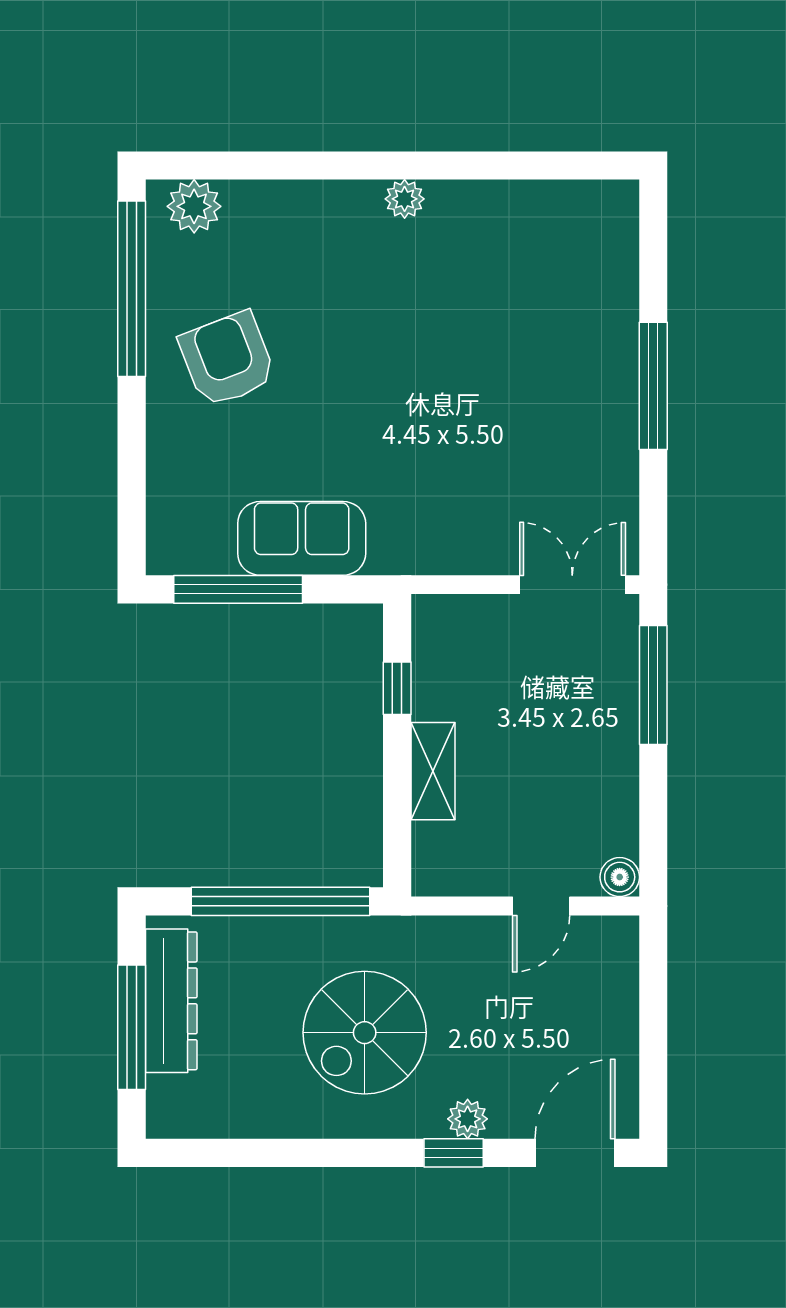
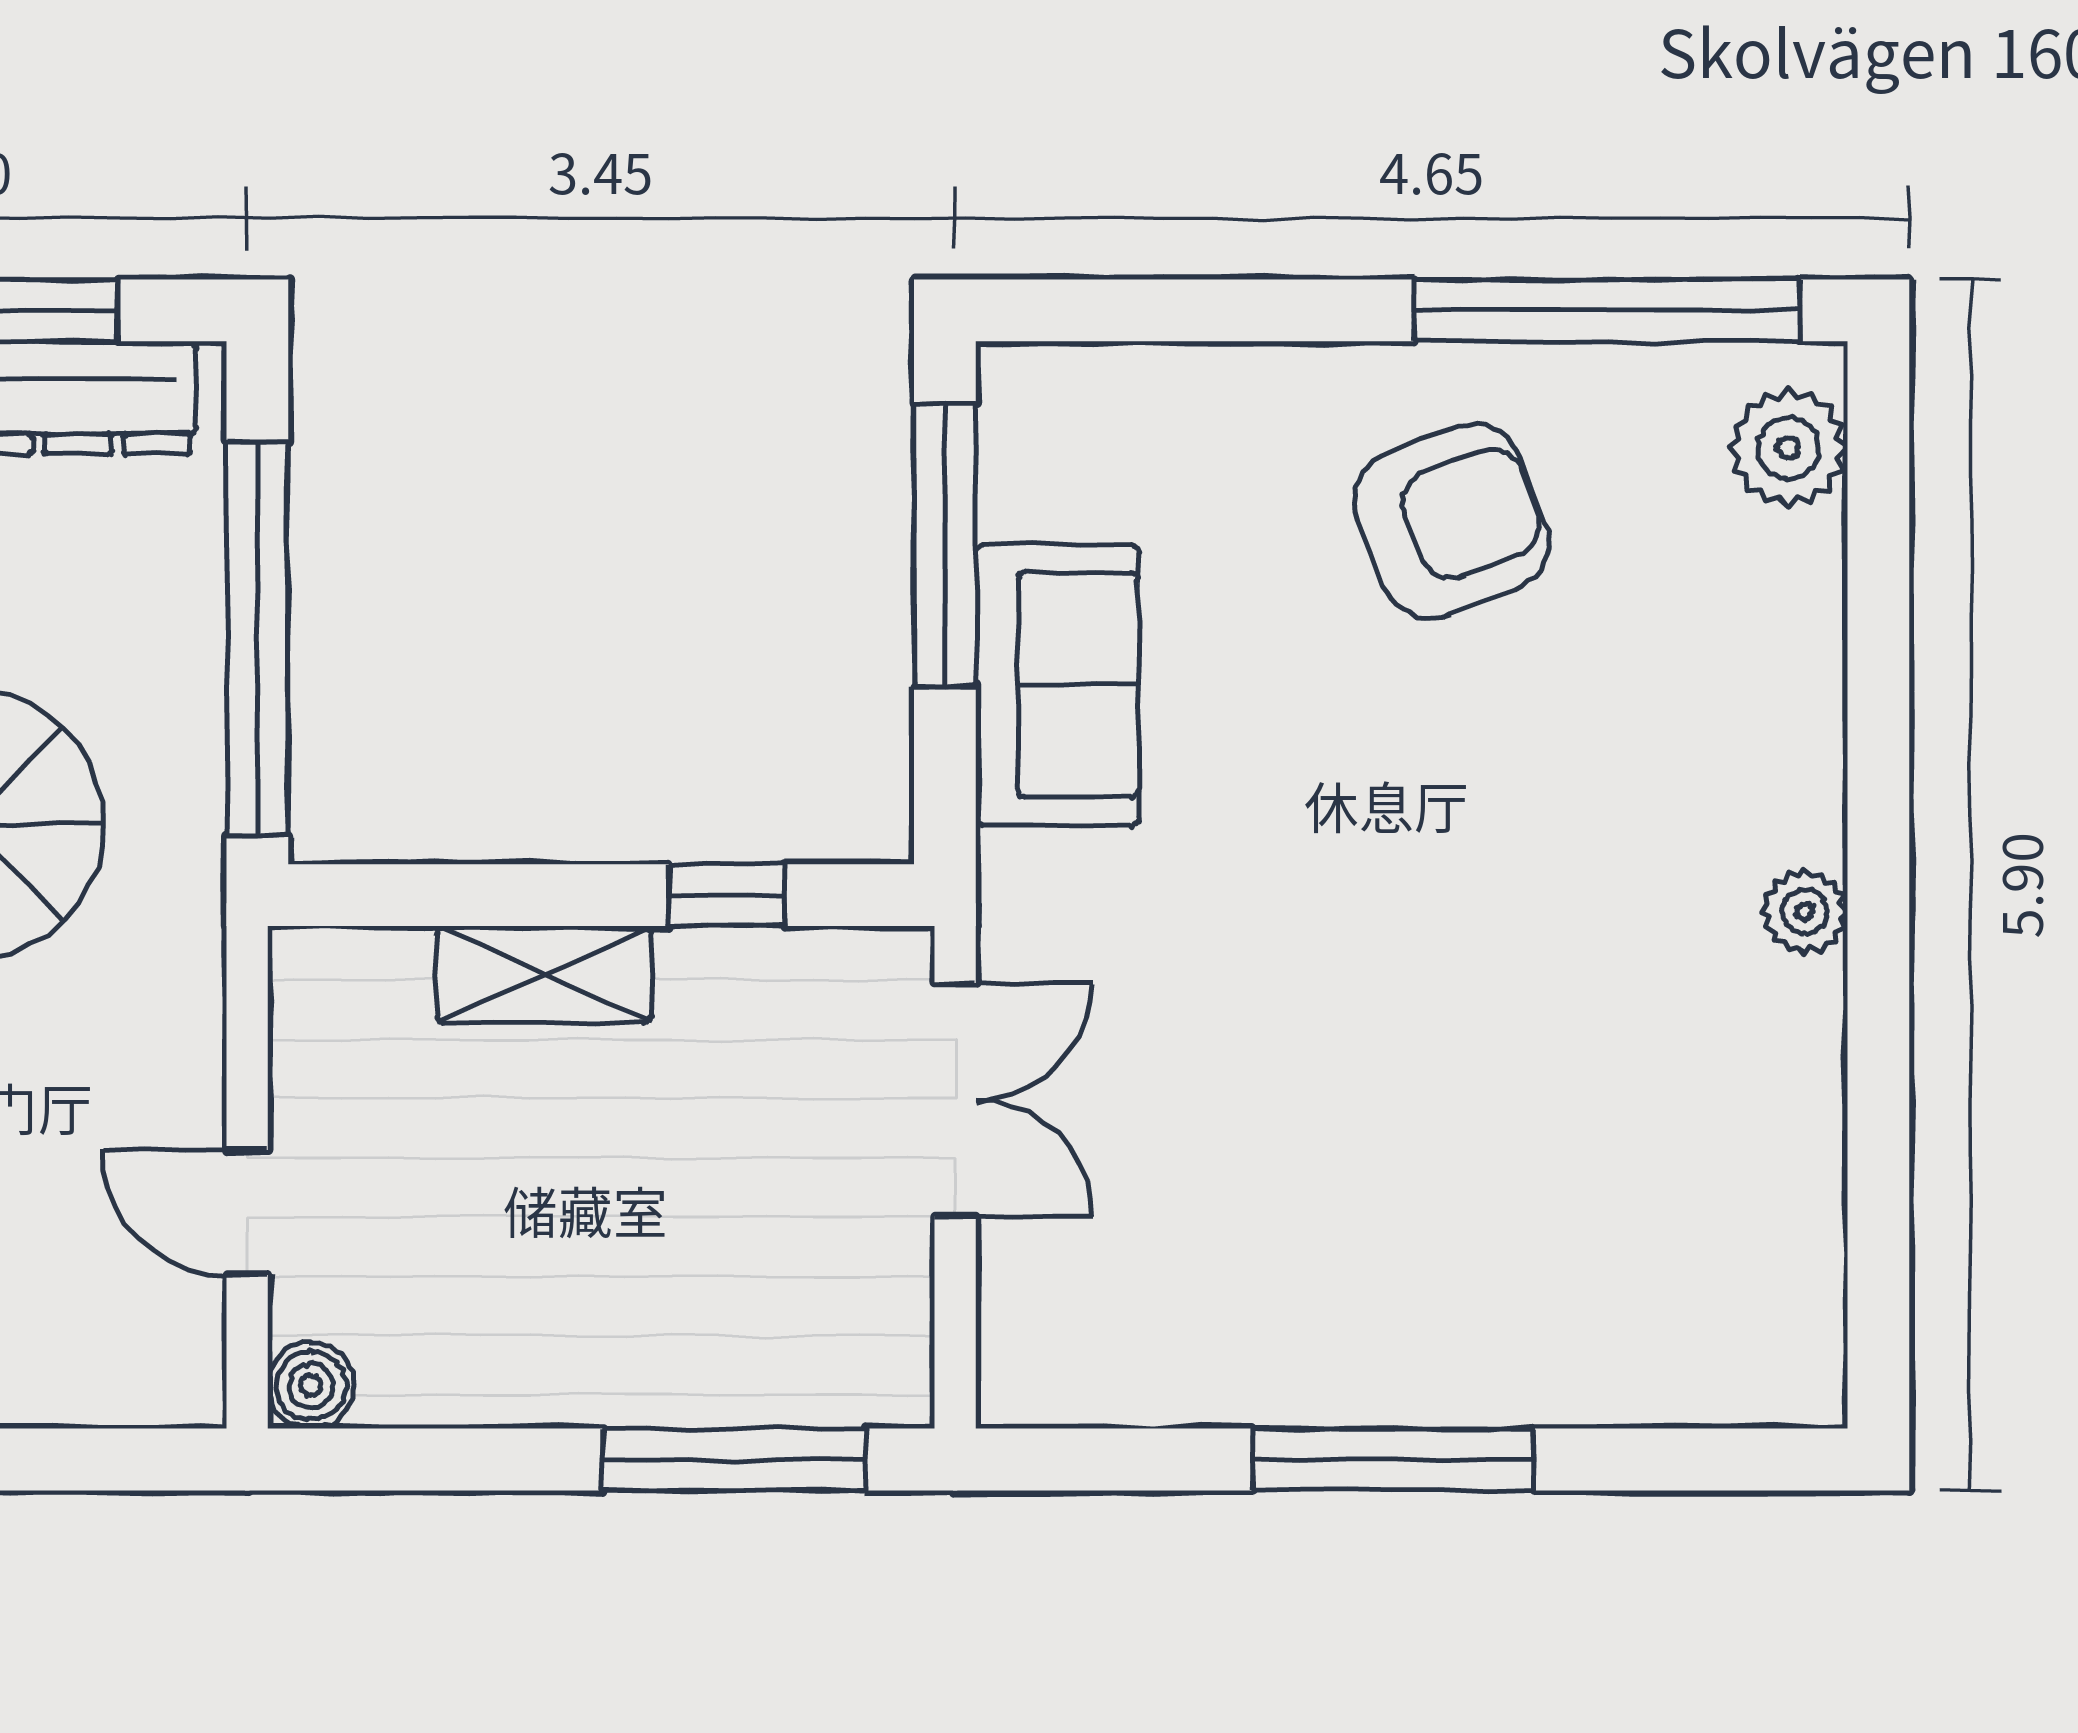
double door: (572, 585) -> (955, 1100), moved

